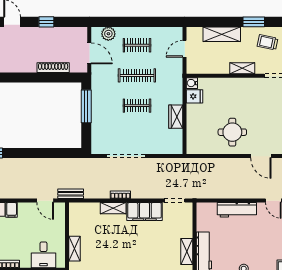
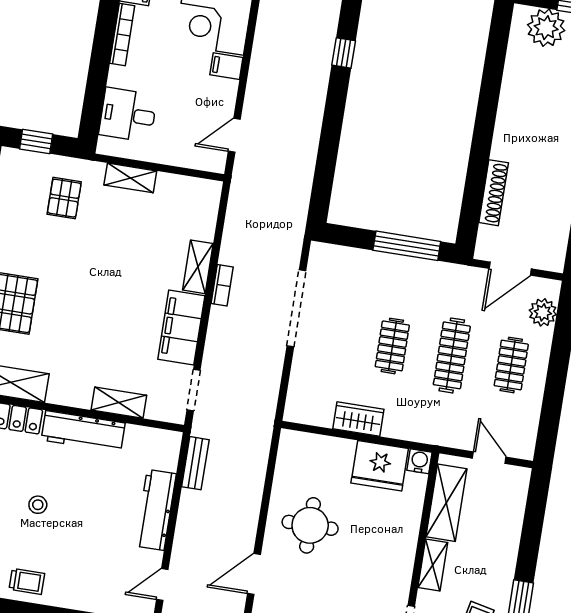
shelving: (222, 34) -> (446, 503), moved
fridge: (195, 96) -> (380, 466), width x1.88, depth x1.34
bench: (71, 194) -> (195, 463), moved
shelving: (187, 251) -> (119, 403), moved

